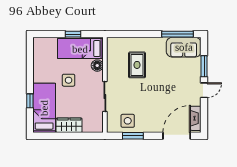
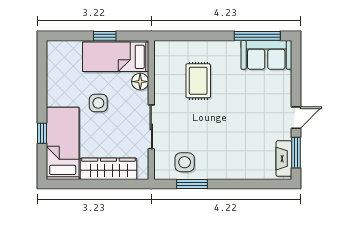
window: (204, 66) -> (296, 153), moved
wardrobe: (69, 125) -> (109, 169), width x1.50
door: (177, 136) -> (256, 184), removed

